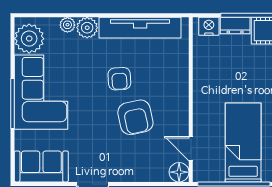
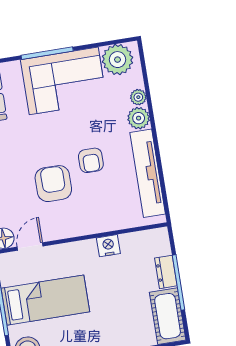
nightstand: (209, 26) -> (108, 246), moved, turned -90
armchair: (119, 79) -> (91, 160), turned -86
armchair: (135, 117) -> (53, 184), turned 102

